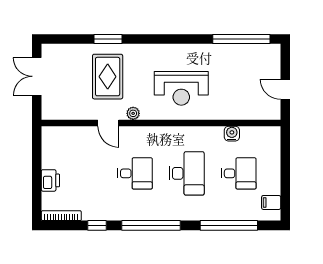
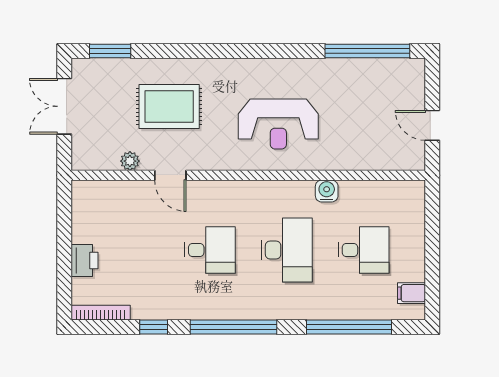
window: (108, 39) -> (110, 51), moved
rug: (108, 77) -> (169, 107), turned 90
plant: (133, 113) -> (130, 161), moved
water cooler: (232, 134) -> (327, 191), moved

